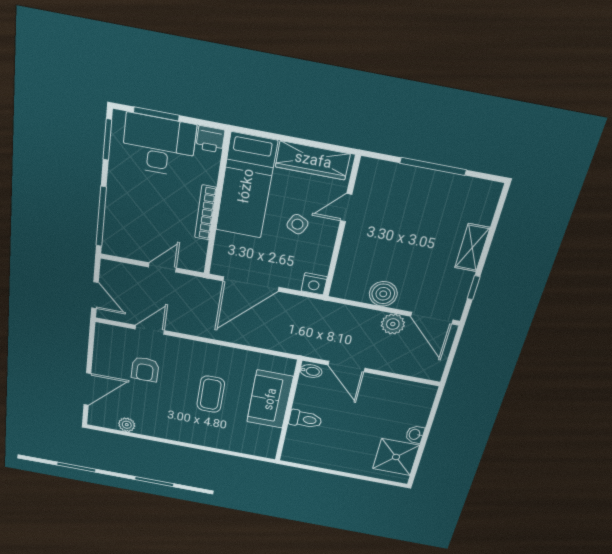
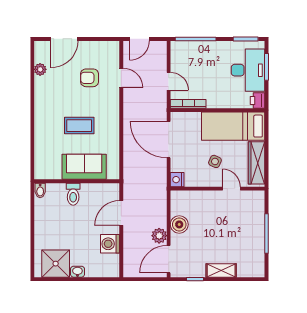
bookcase: (205, 213) -> (188, 104), moved
bidet: (311, 371) -> (40, 190), moved
door: (87, 389) -> (64, 39), hinge flipped
washing machine: (387, 389) -> (110, 244), added

